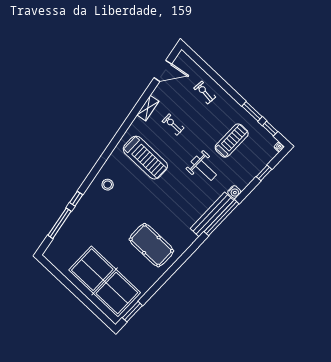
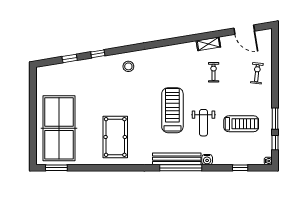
treadmill: (145, 158) -> (172, 110), moved, turned 180
window: (59, 223) -> (70, 58), width x0.46

